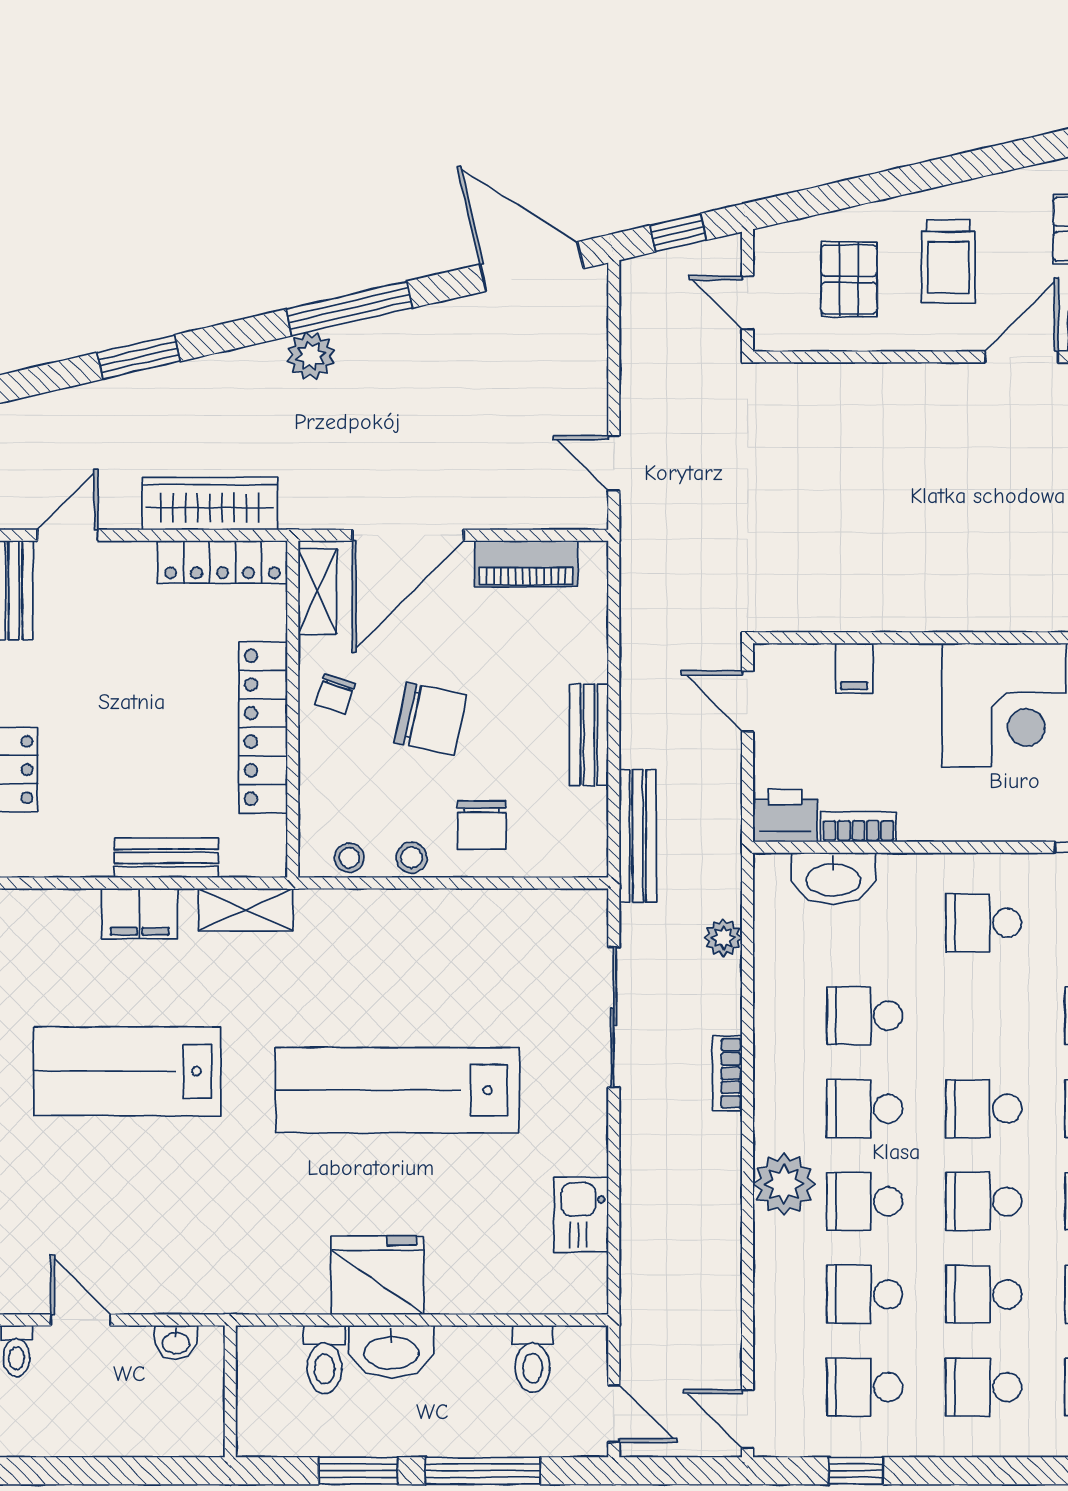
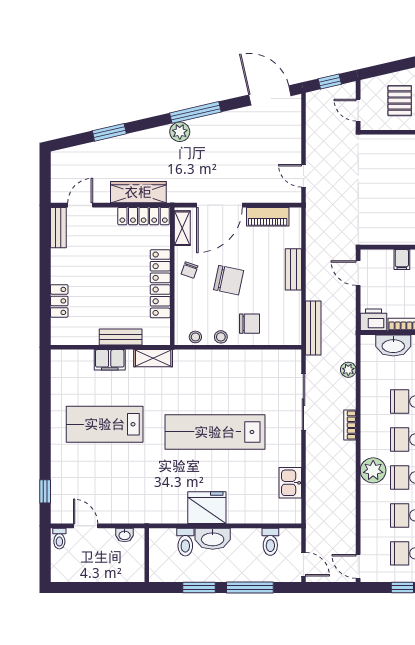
bench: (589, 735) -> (293, 269), moved
chair: (482, 825) -> (250, 324), turned -90

